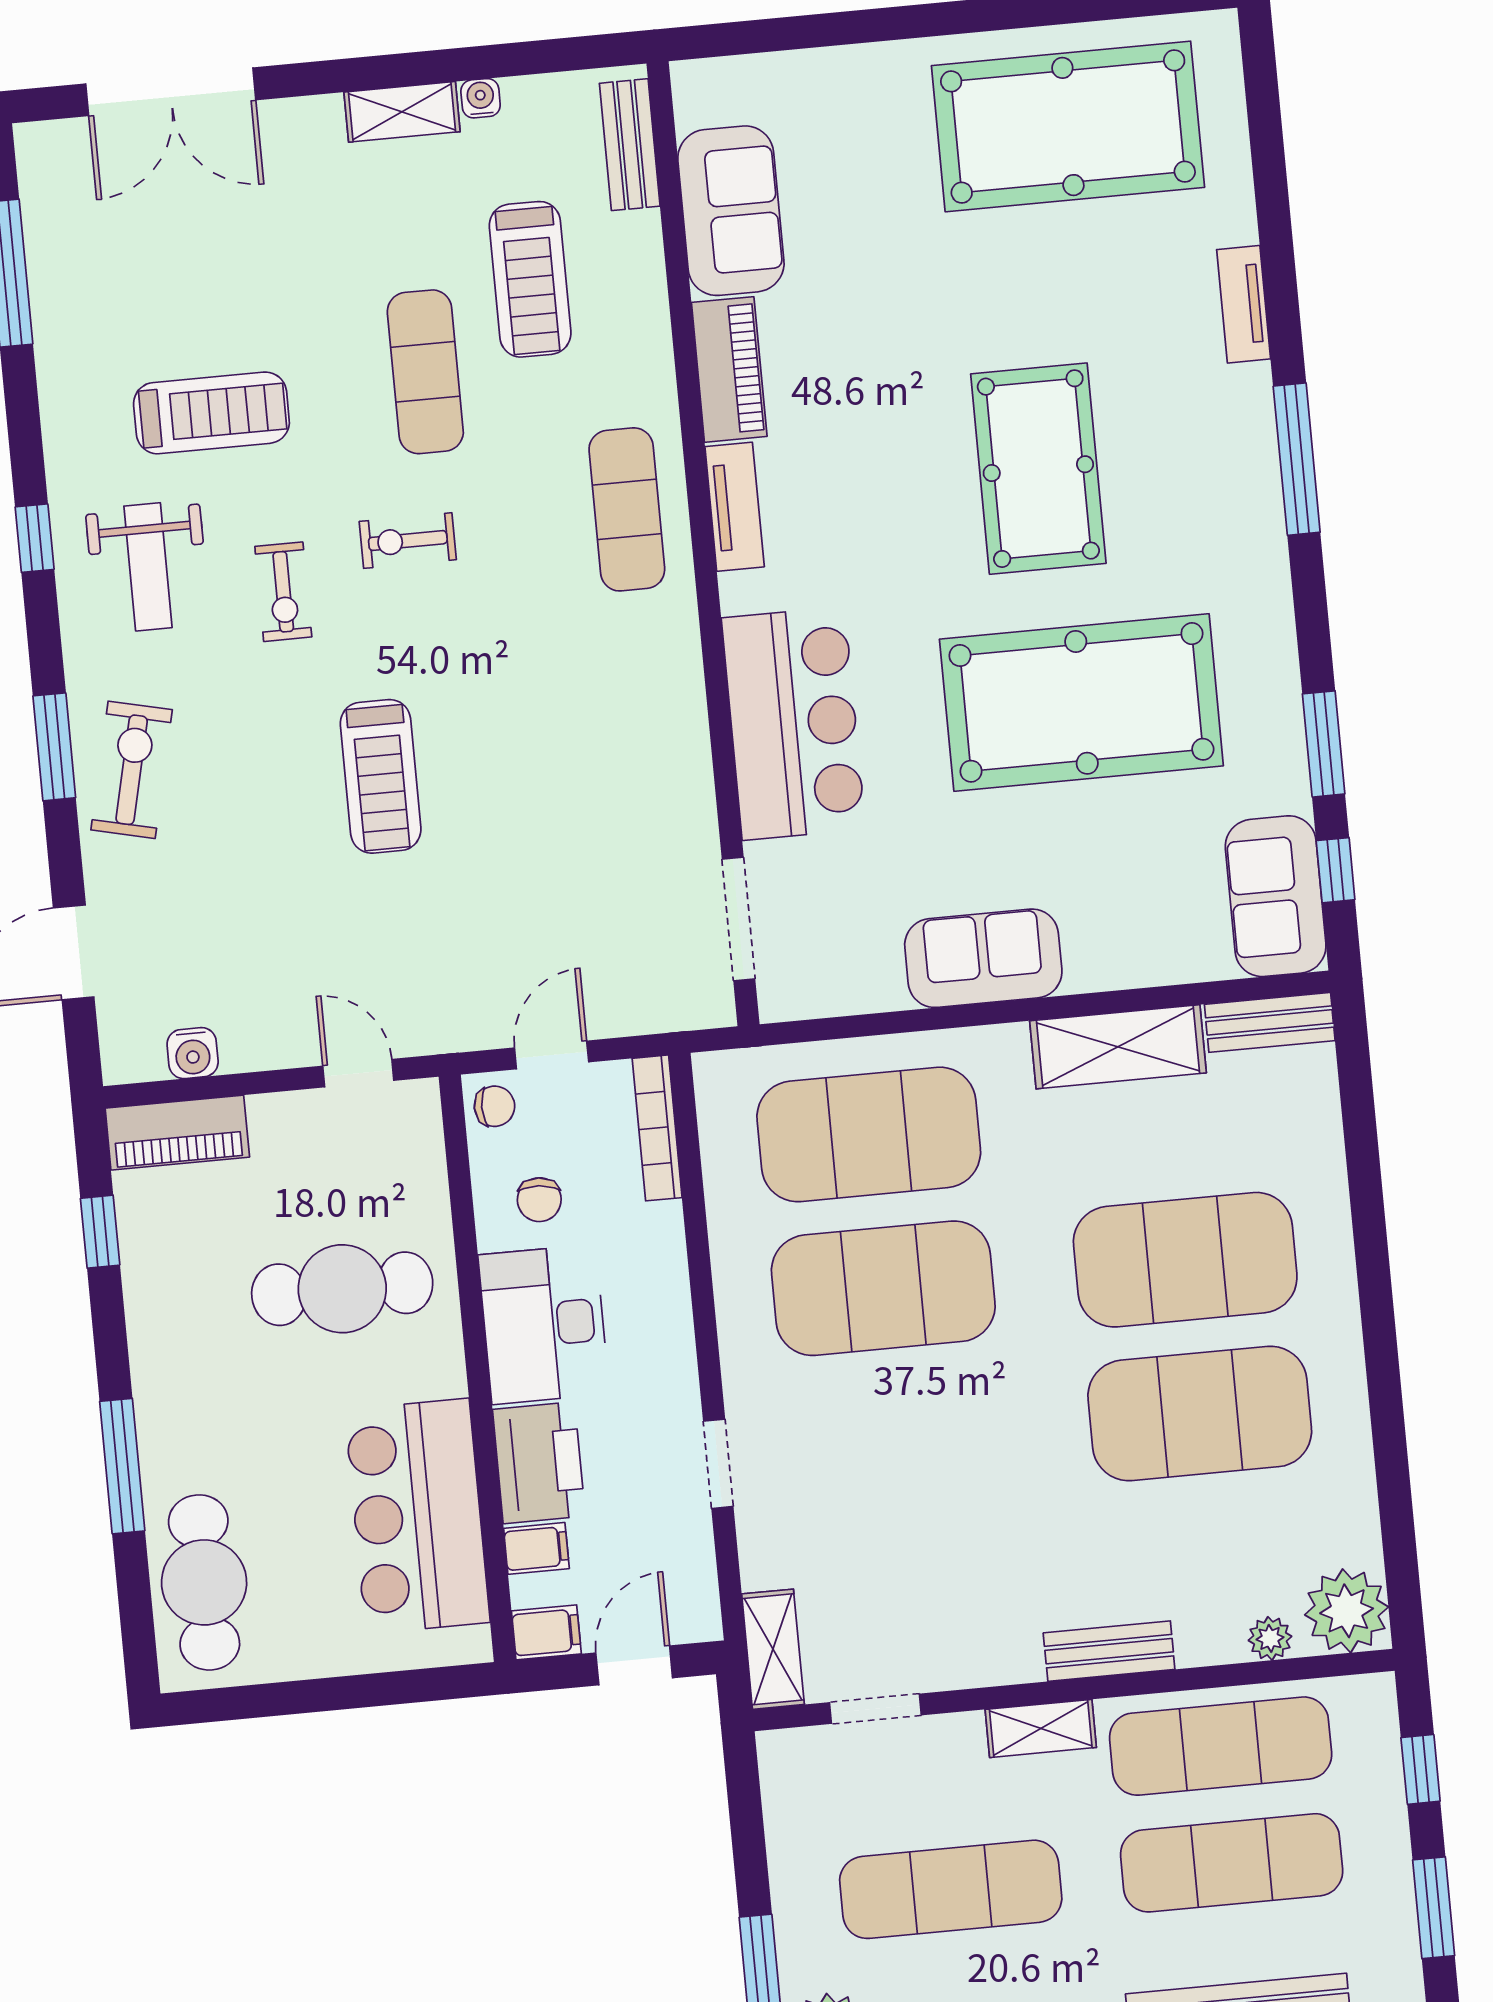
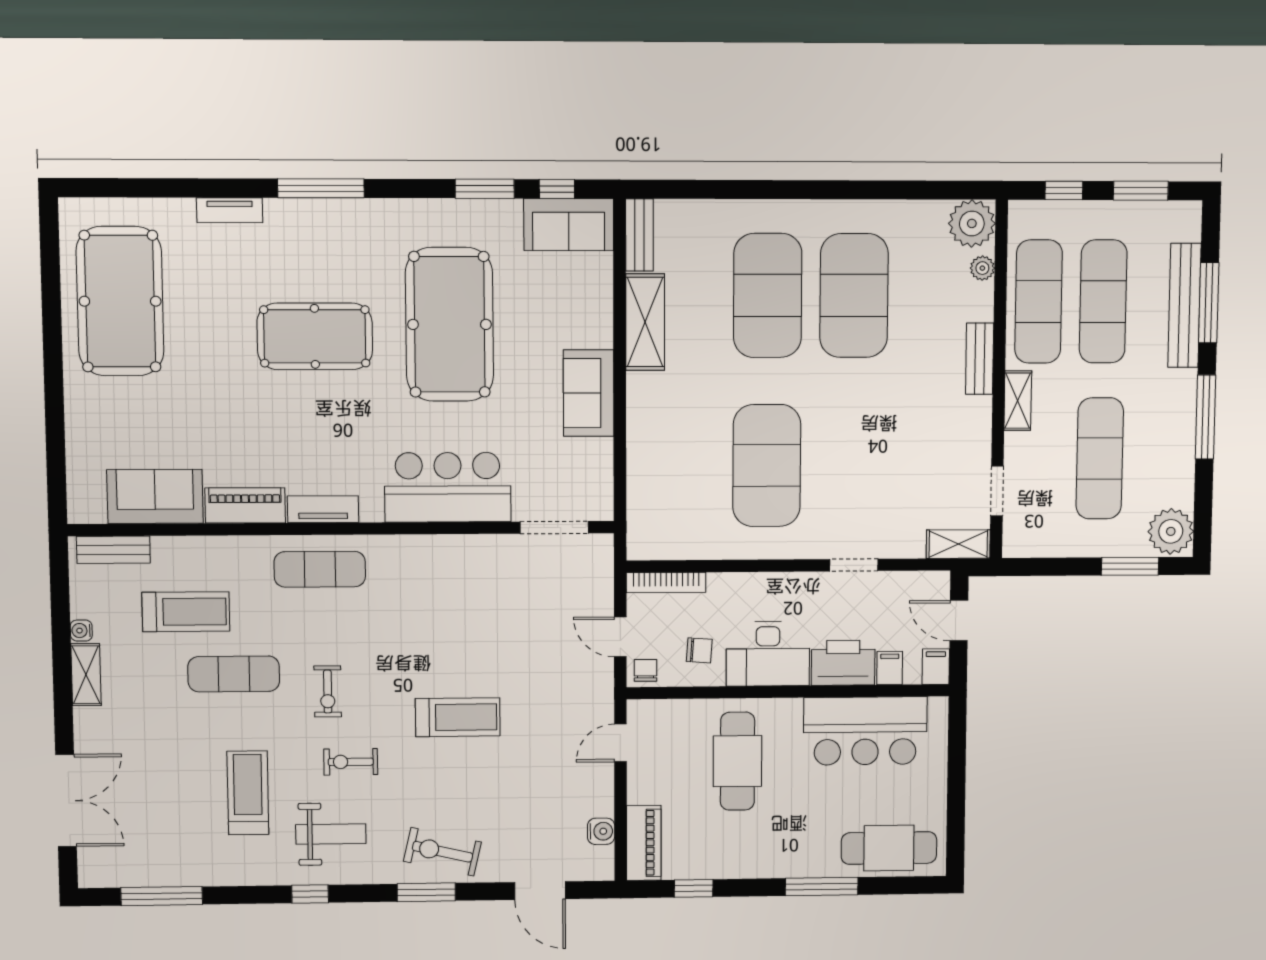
exercise bike: (283, 592) -> (351, 762), turned 180
exercise mat: (869, 1134) -> (681, 466), removed

